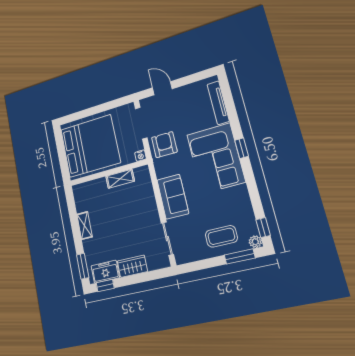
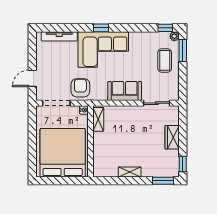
armchair: (164, 145) -> (80, 88), turned 90
shelving: (120, 179) -> (98, 119), moved
freezer: (105, 272) -> (172, 162), removed

